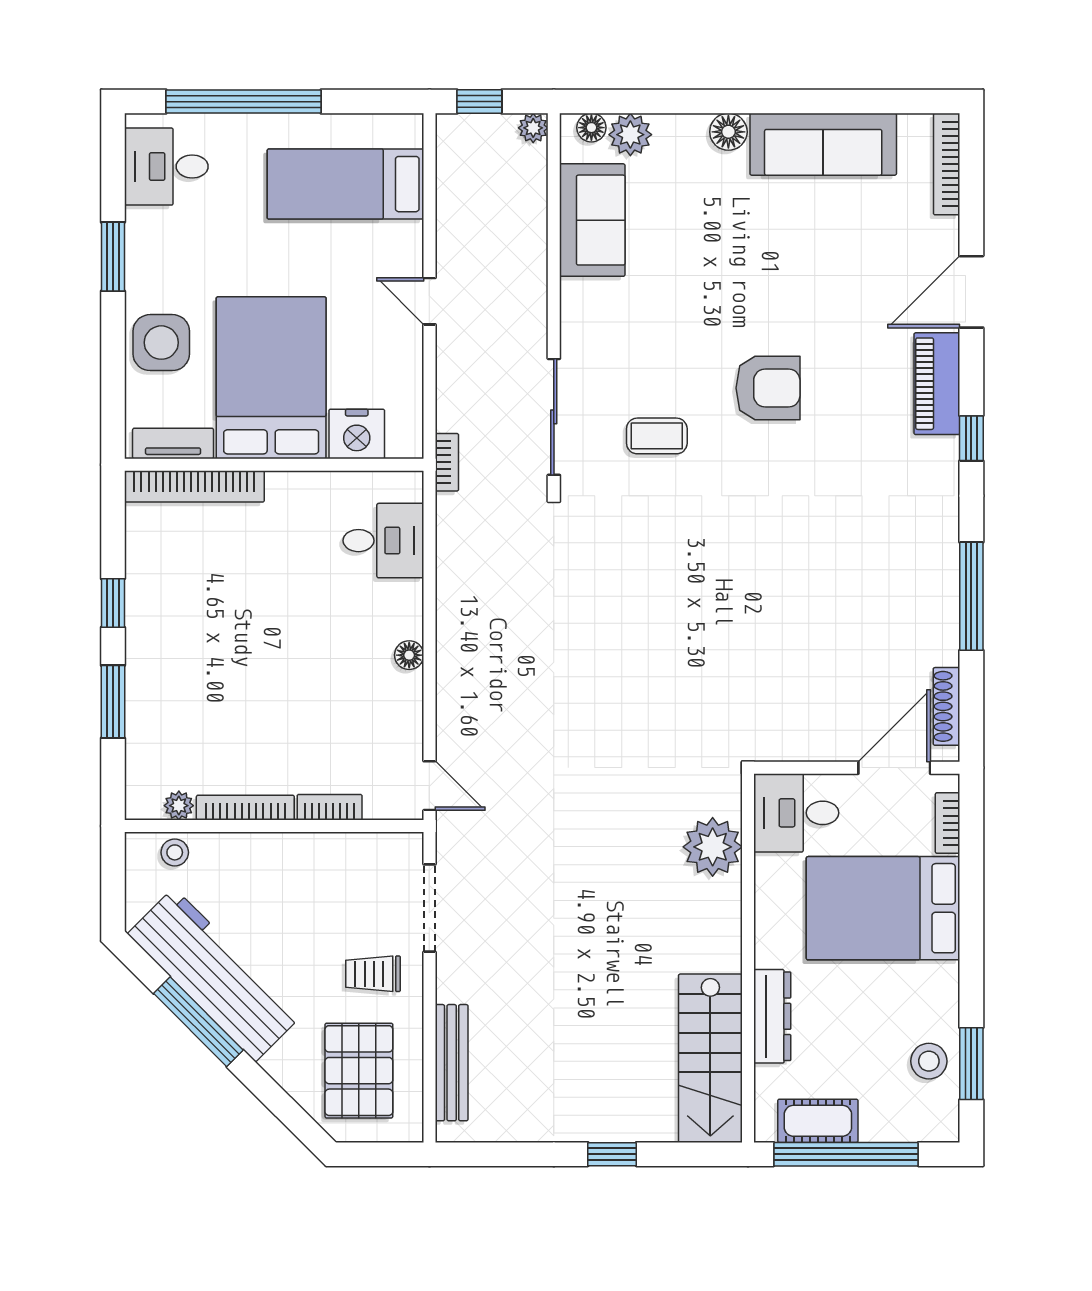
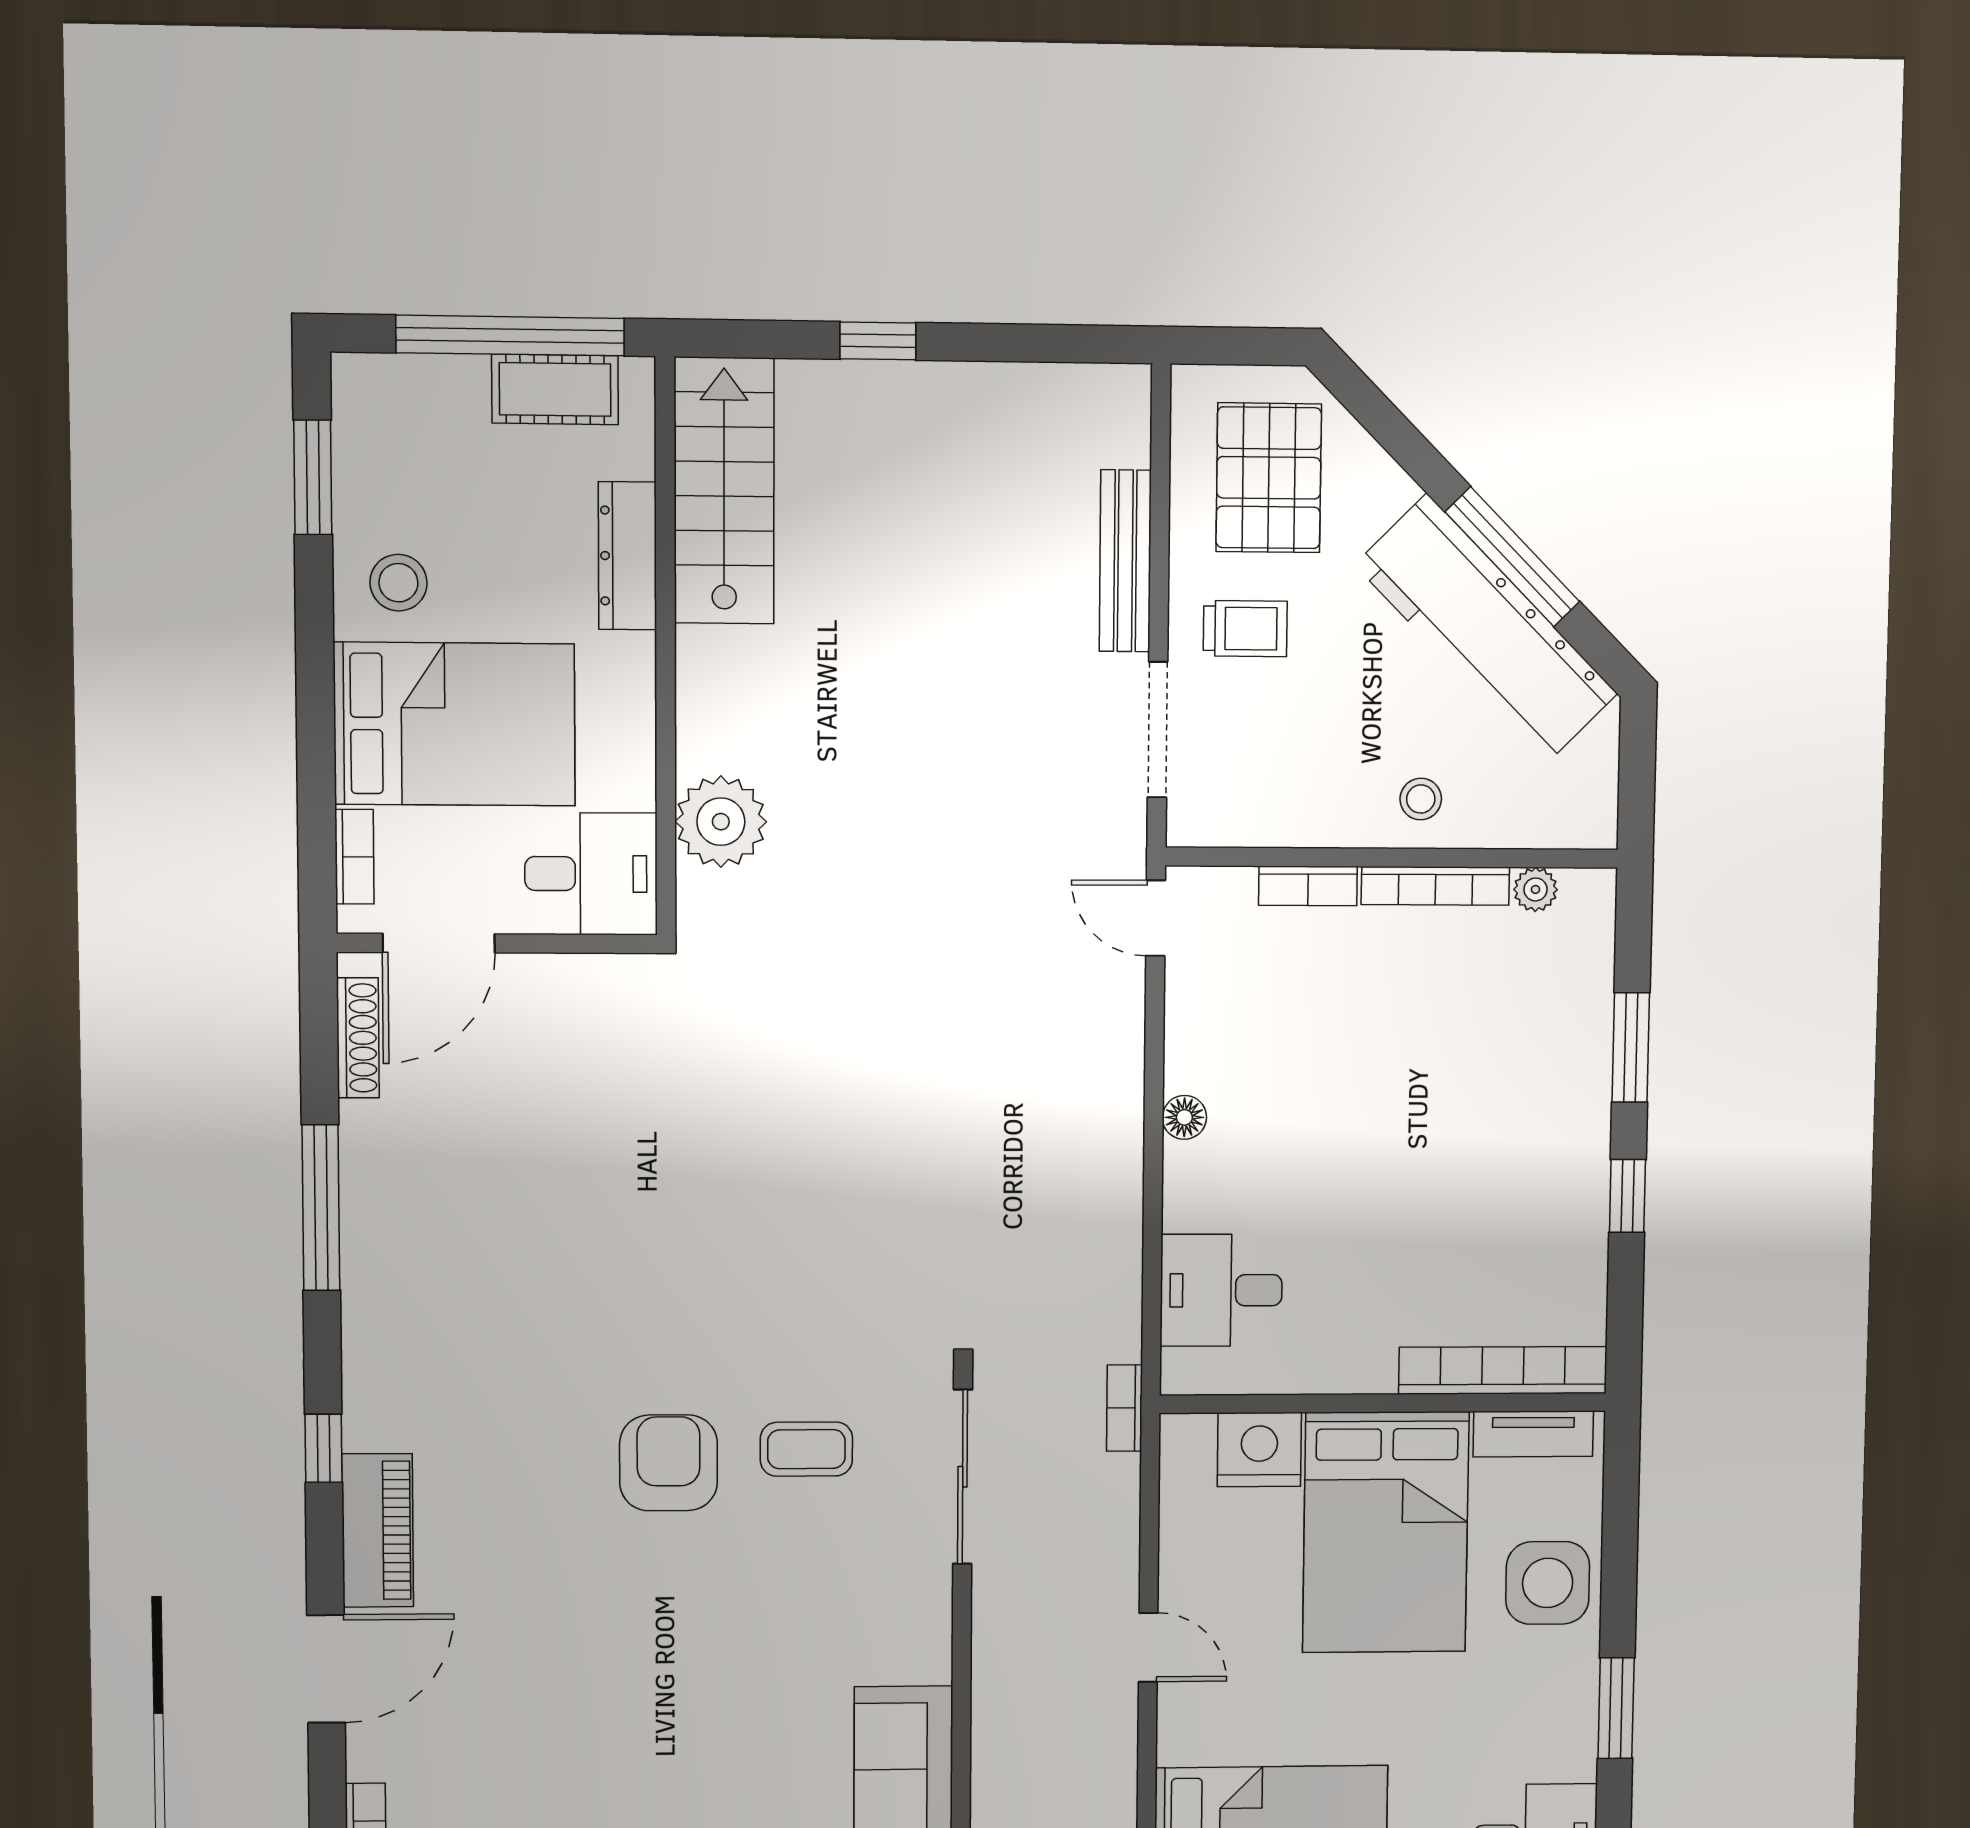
armchair: (768, 388) -> (669, 1463), moved, turned 90
stool: (175, 852) -> (1421, 799), moved
stool: (929, 1061) -> (398, 583), moved
bench: (452, 1063) -> (1125, 561), moved

